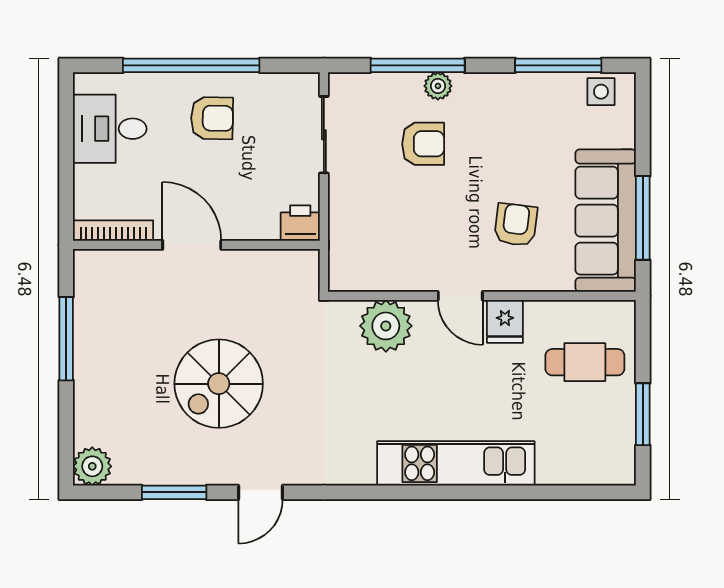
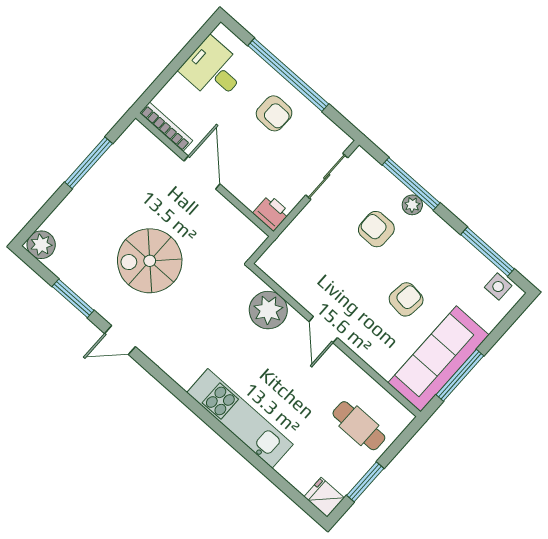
armchair: (423, 144) -> (376, 229), turned 180
armchair: (516, 225) -> (406, 299), moved
fridge: (505, 321) -> (324, 497), moved, turned 90

